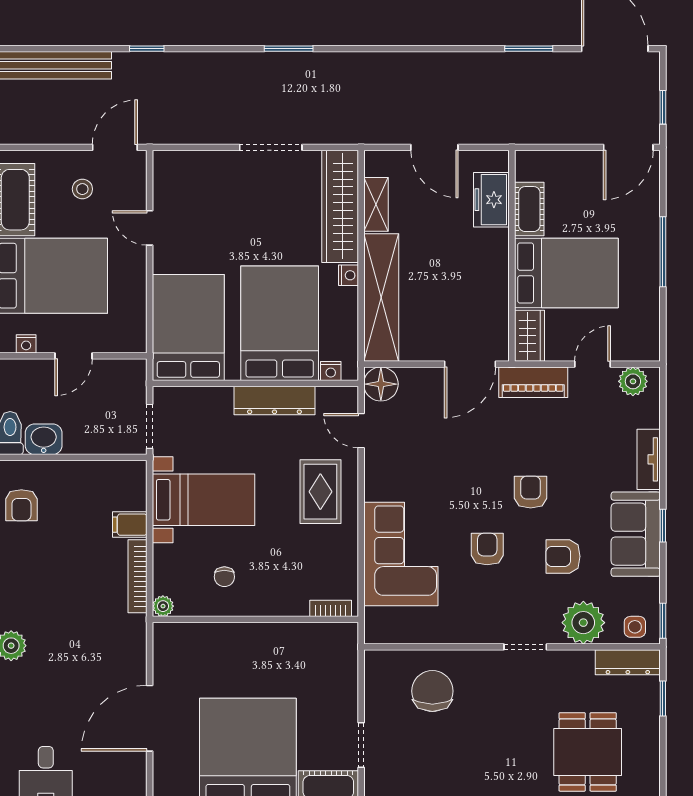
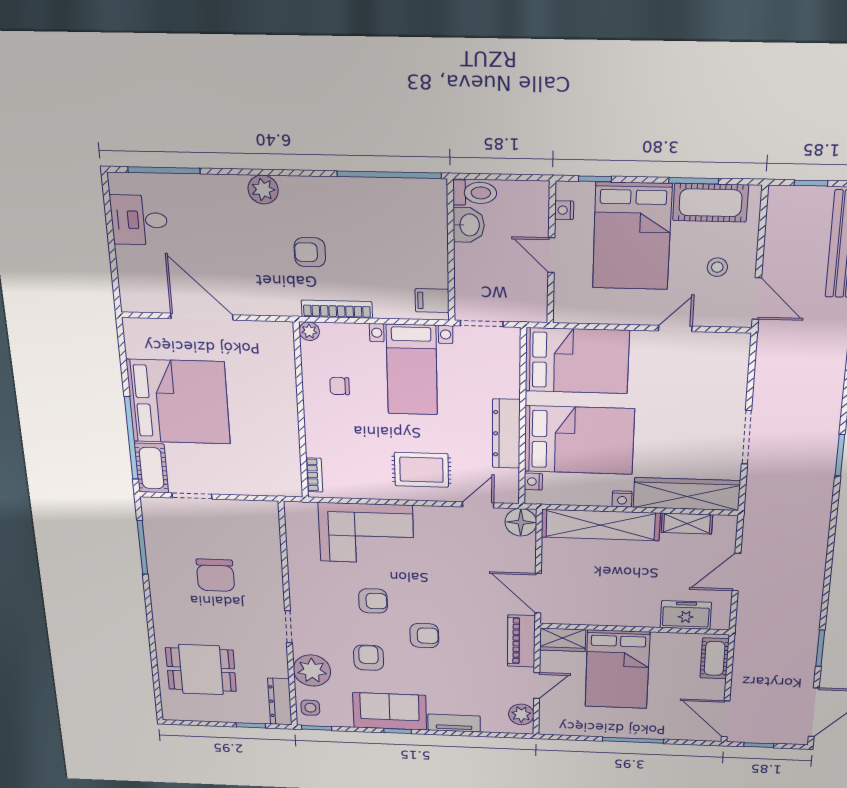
cot: (529, 209) -> (715, 658), moved, turned 90
door: (592, 364) -> (537, 686), hinge flipped
armchair: (21, 505) -> (310, 252), moved
filing cabinet: (130, 525) -> (432, 301), moved, turned -90
chair: (432, 691) -> (215, 575), moved, turned 90

